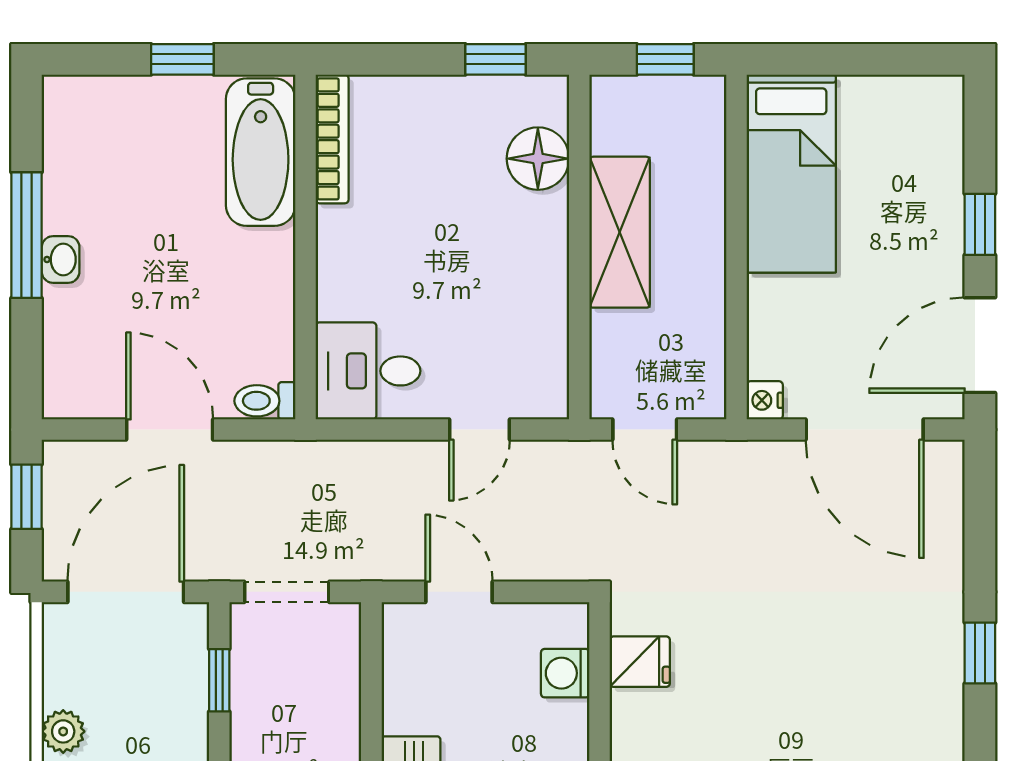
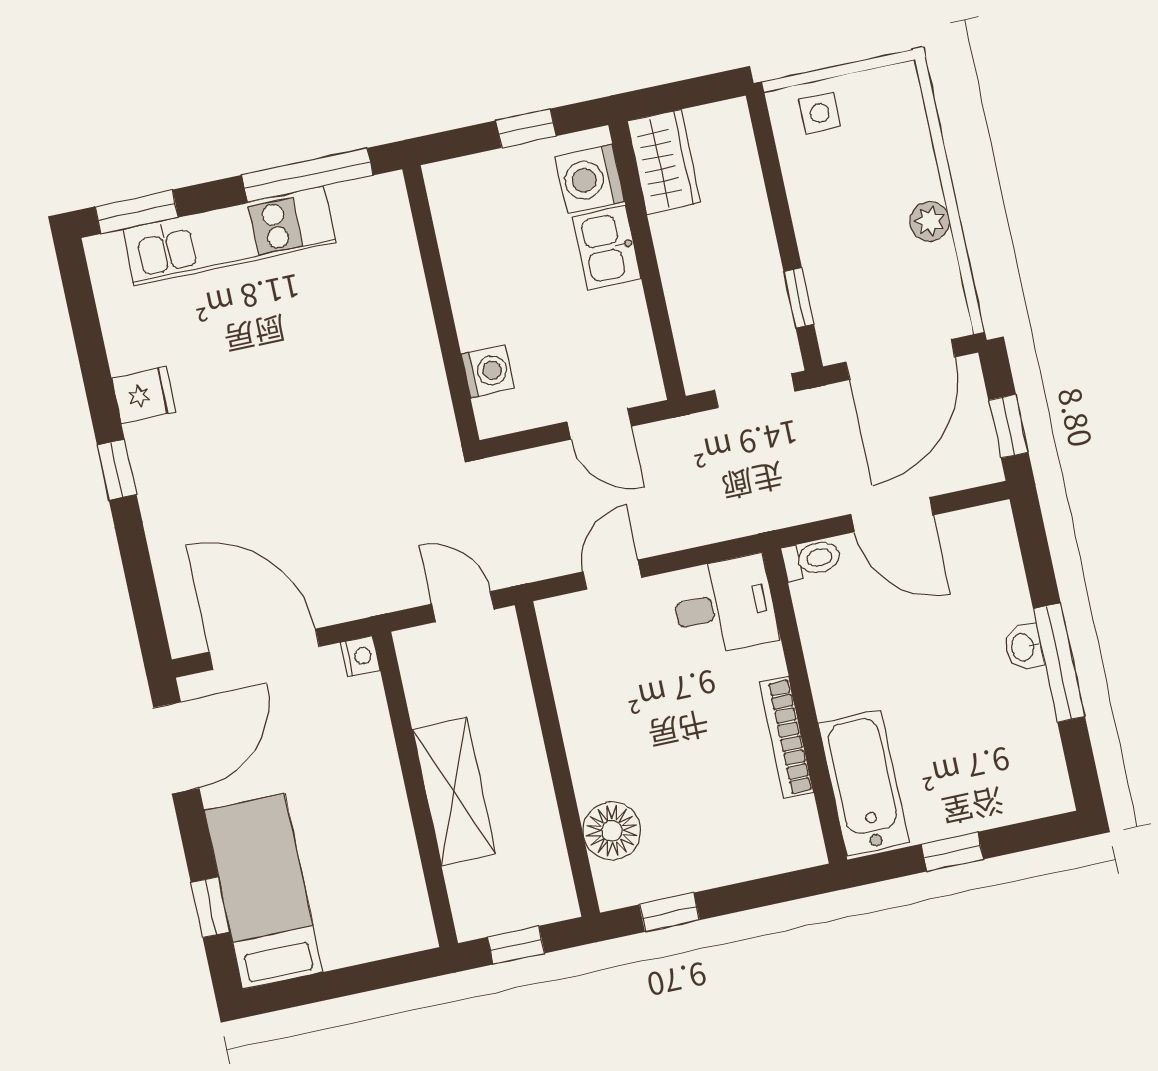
bookcase: (332, 139) -> (786, 737), moved
bed: (791, 174) -> (264, 891), moved
window: (980, 224) -> (211, 907), moved
shelving: (620, 232) -> (454, 791), moved
fridge: (640, 662) -> (144, 395), moved, turned 180

